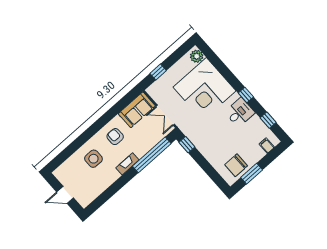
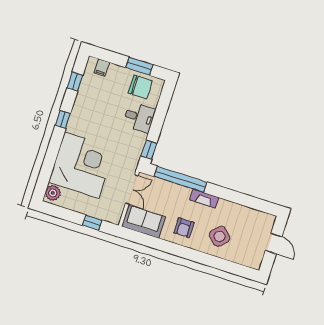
desk: (240, 112) -> (139, 117), moved, turned 180
side table: (93, 159) -> (220, 236), turned 45

